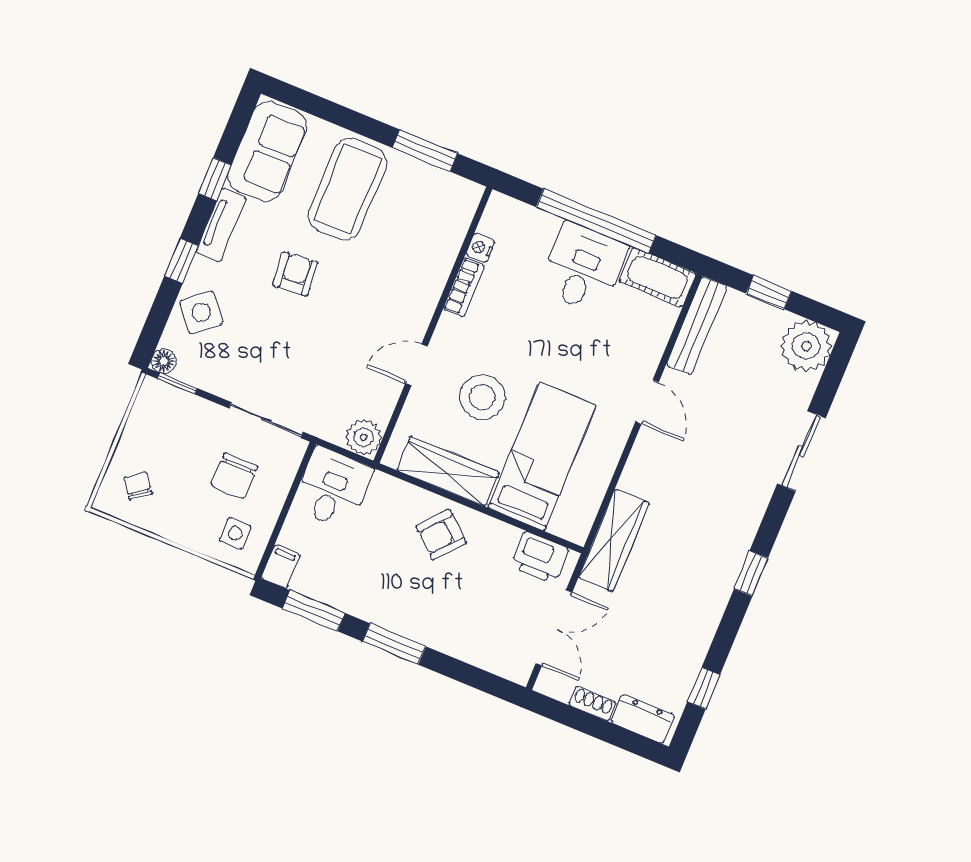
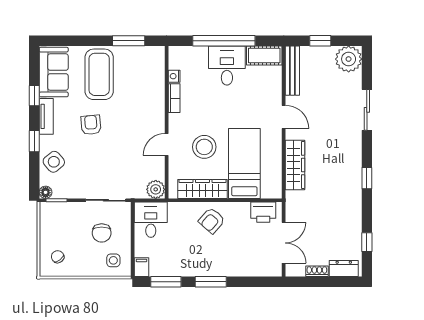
wardrobe: (614, 540) -> (295, 165), moved

